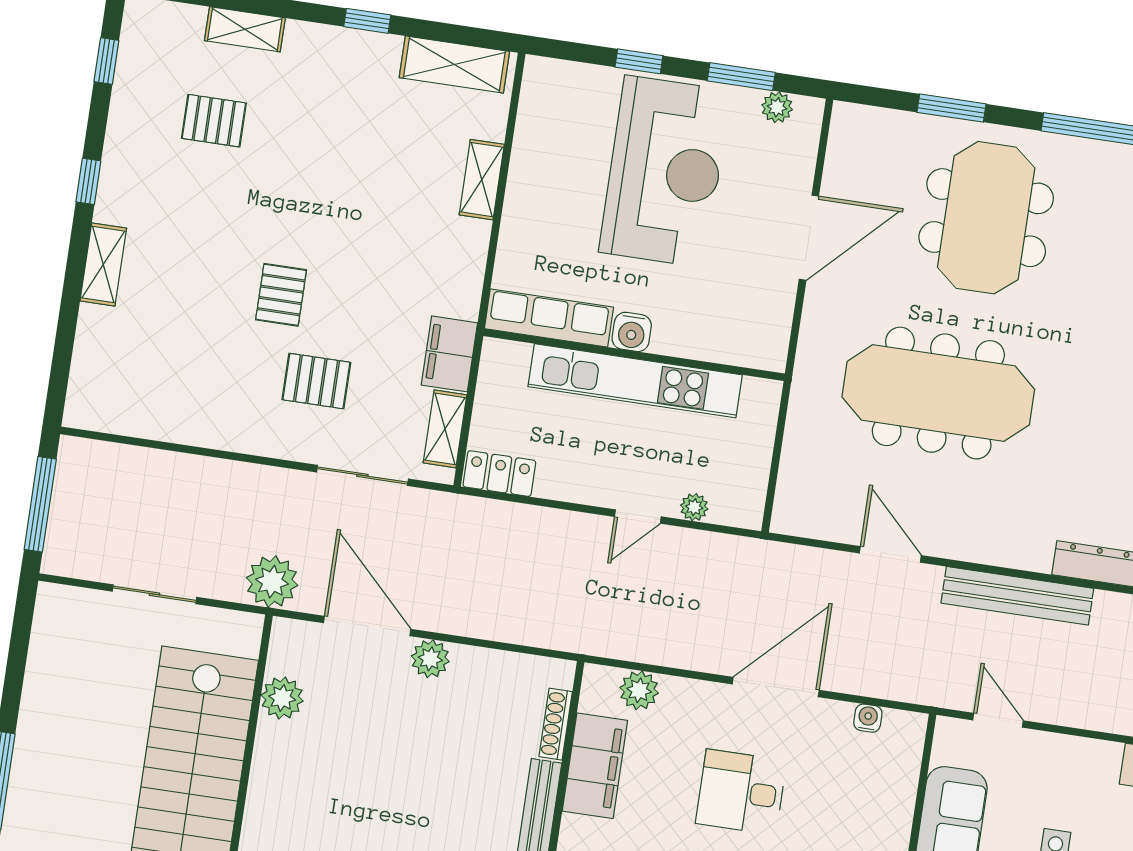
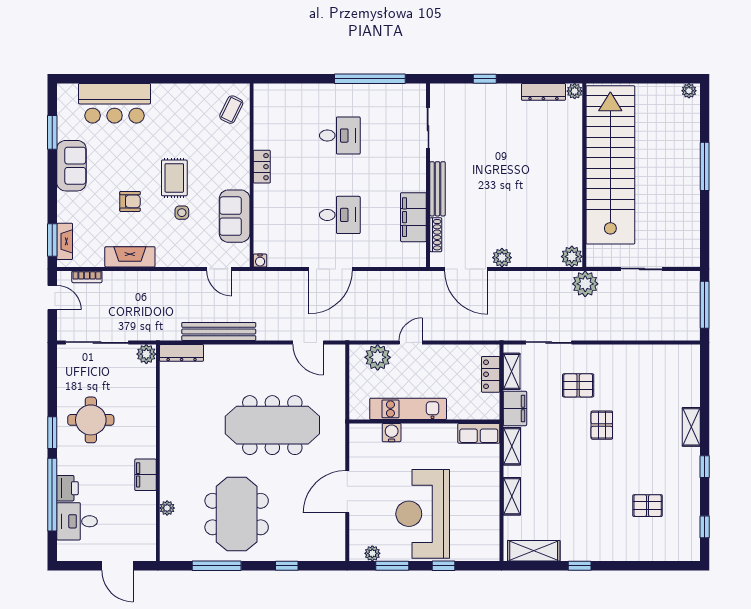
shelving: (245, 29) -> (512, 446), moved, turned 90
window: (951, 108) -> (287, 566), width x0.67
meeting table: (986, 218) -> (237, 514), moved
row of seats: (549, 318) -> (479, 433), width x0.68
water cooler: (632, 332) -> (392, 433), moved
kitchen unit: (635, 381) -> (408, 409), width x0.73
locker: (499, 474) -> (491, 374), moved, turned 90
plant: (694, 507) -> (378, 357), width x1.88, depth x1.88
door: (890, 554) -> (308, 342), moved
door: (367, 626) -> (466, 269), moved
plant: (639, 690) -> (397, 257), removed
plant: (282, 698) -> (572, 257), moved
water cooler: (868, 718) -> (260, 261), moved

